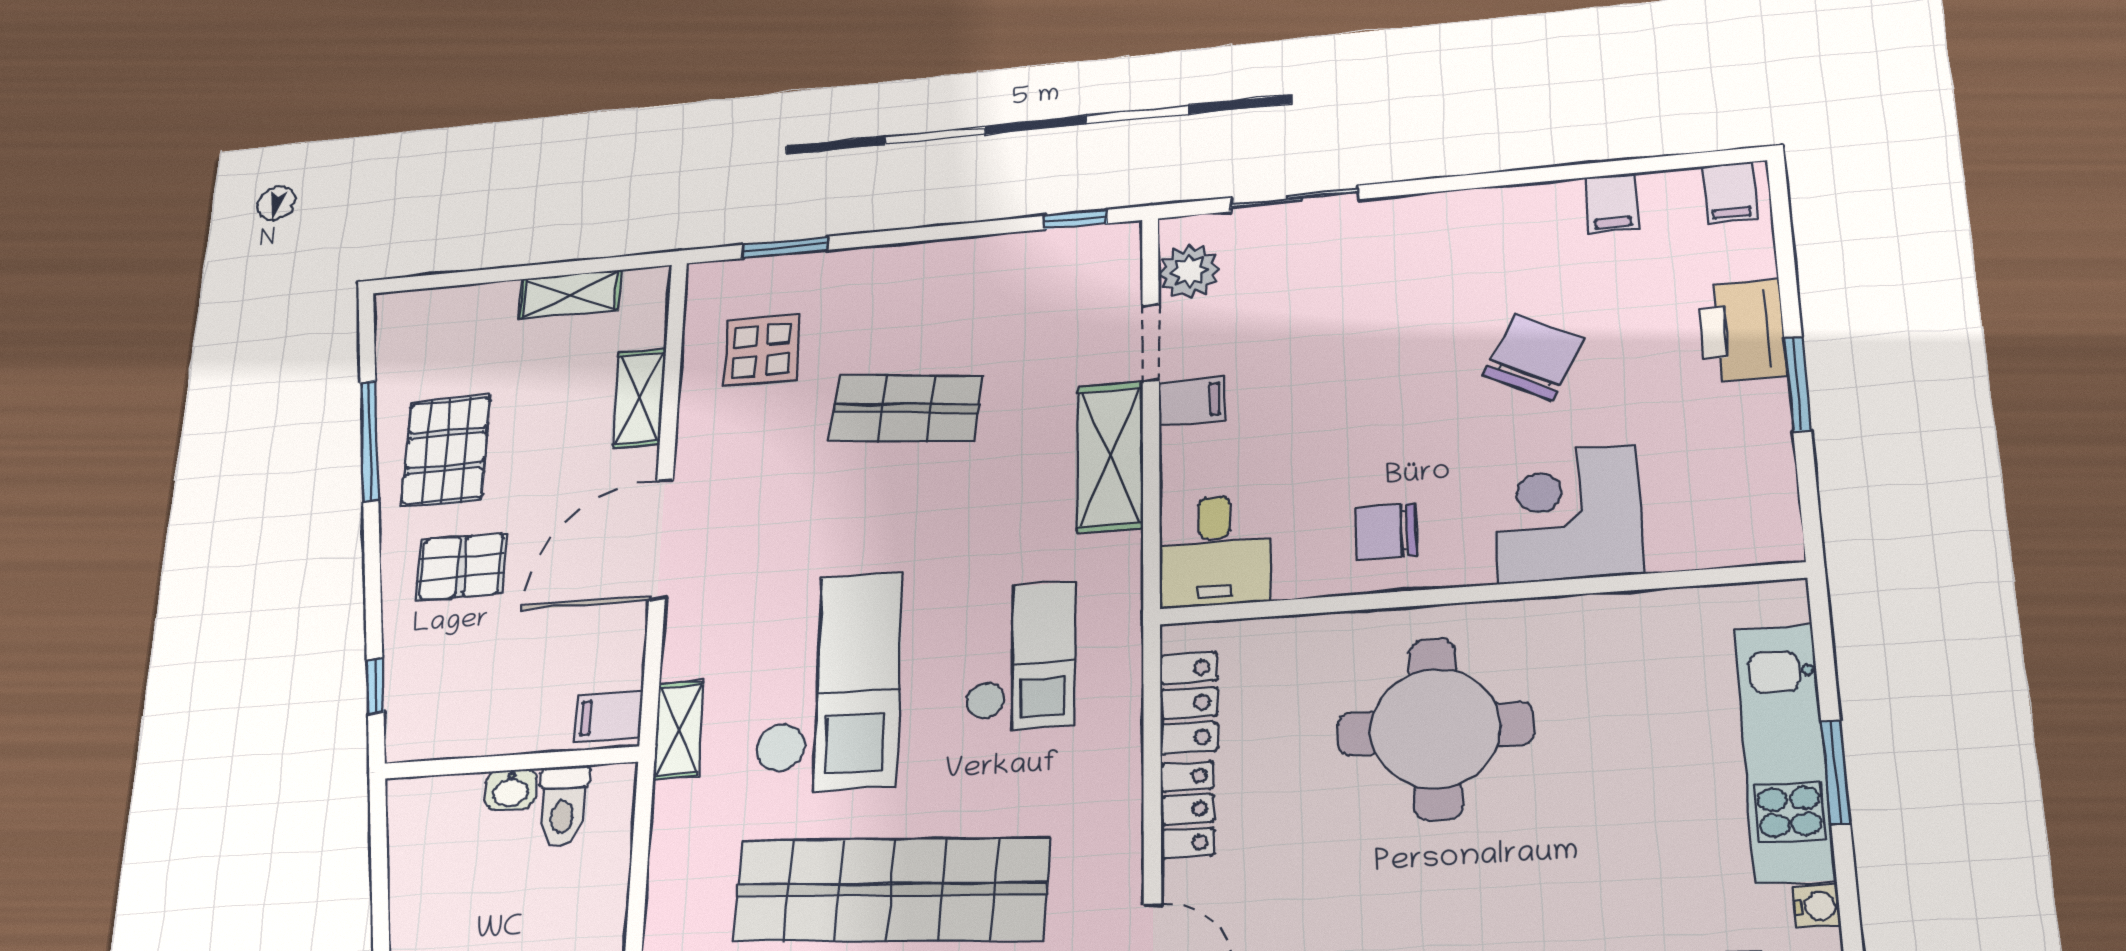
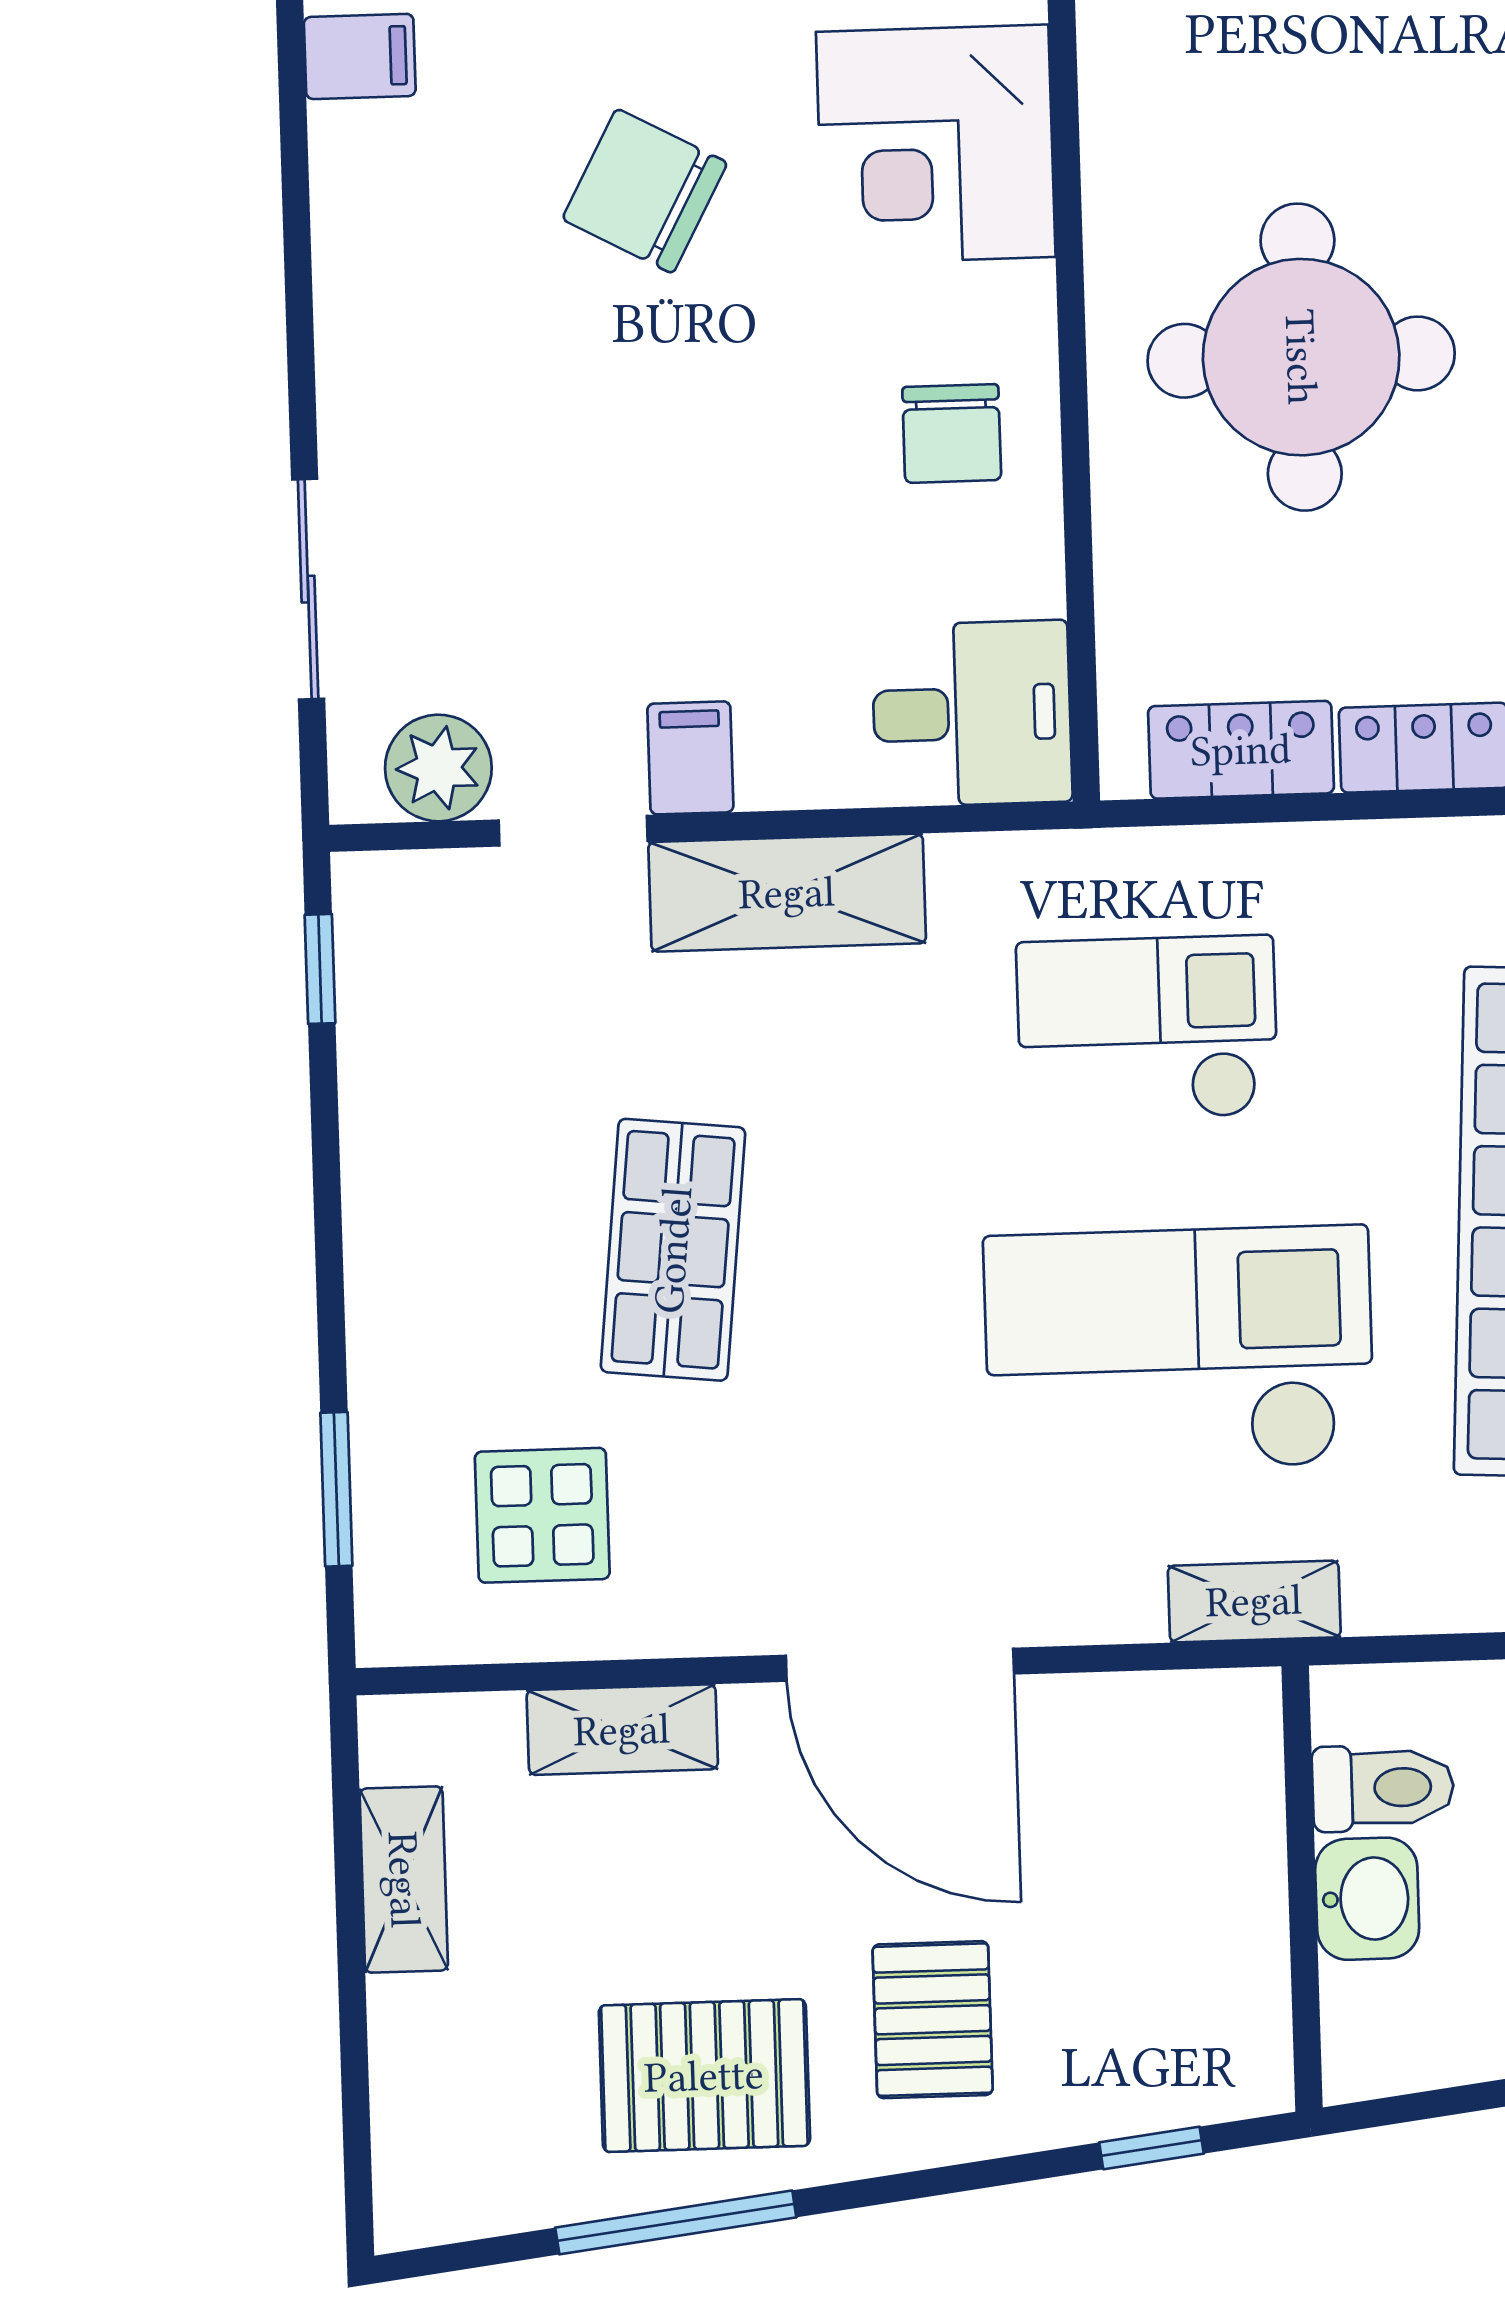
filing cabinet: (609, 717) -> (1225, 1725), removed
washbasin: (511, 790) -> (1367, 1899), width x1.38, depth x1.45

